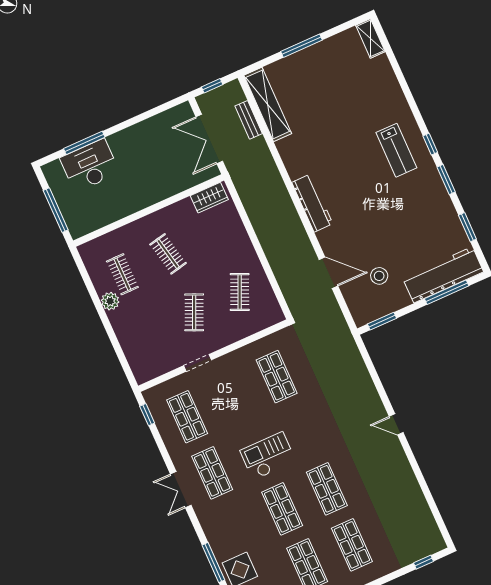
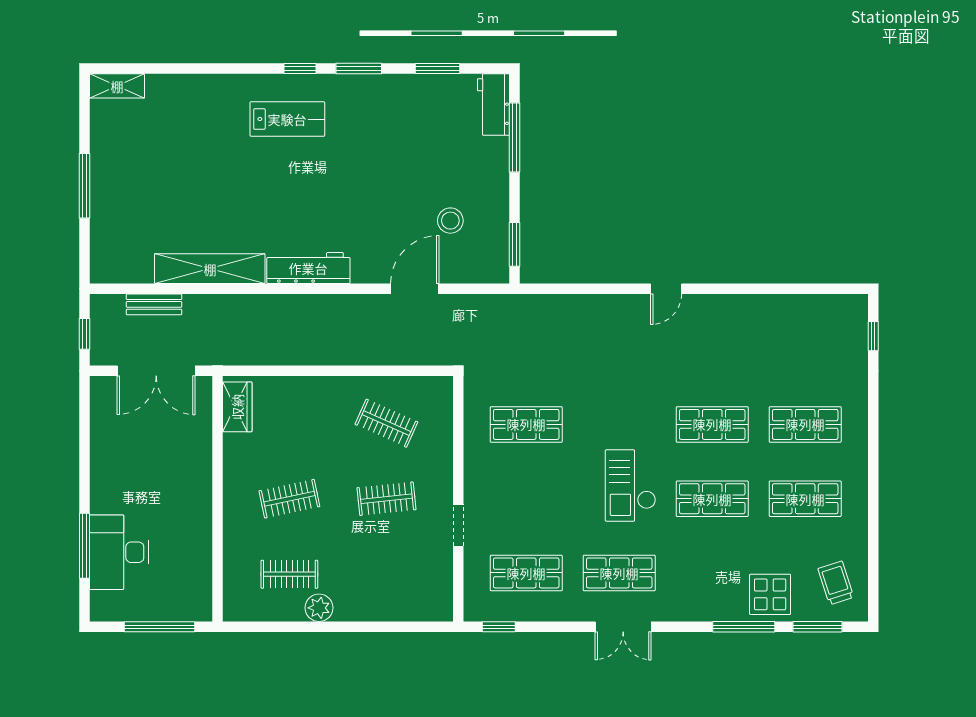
shelving: (268, 104) -> (210, 269), moved
workbench: (443, 275) -> (494, 105), width x0.53, depth x0.76
clothes rail: (194, 312) -> (386, 499), turned -30

